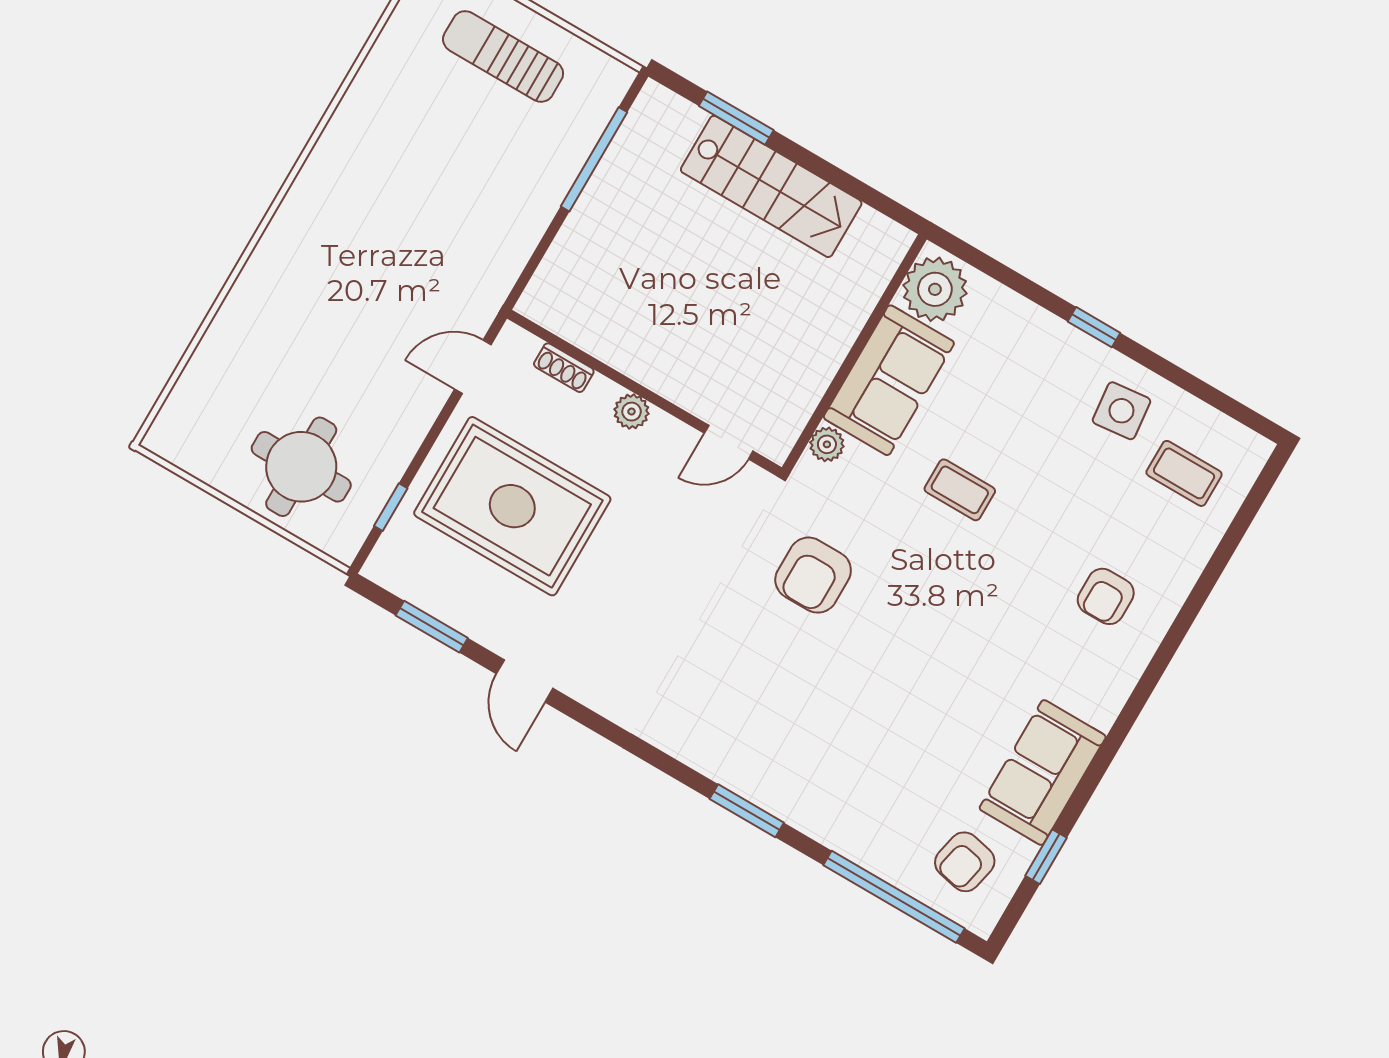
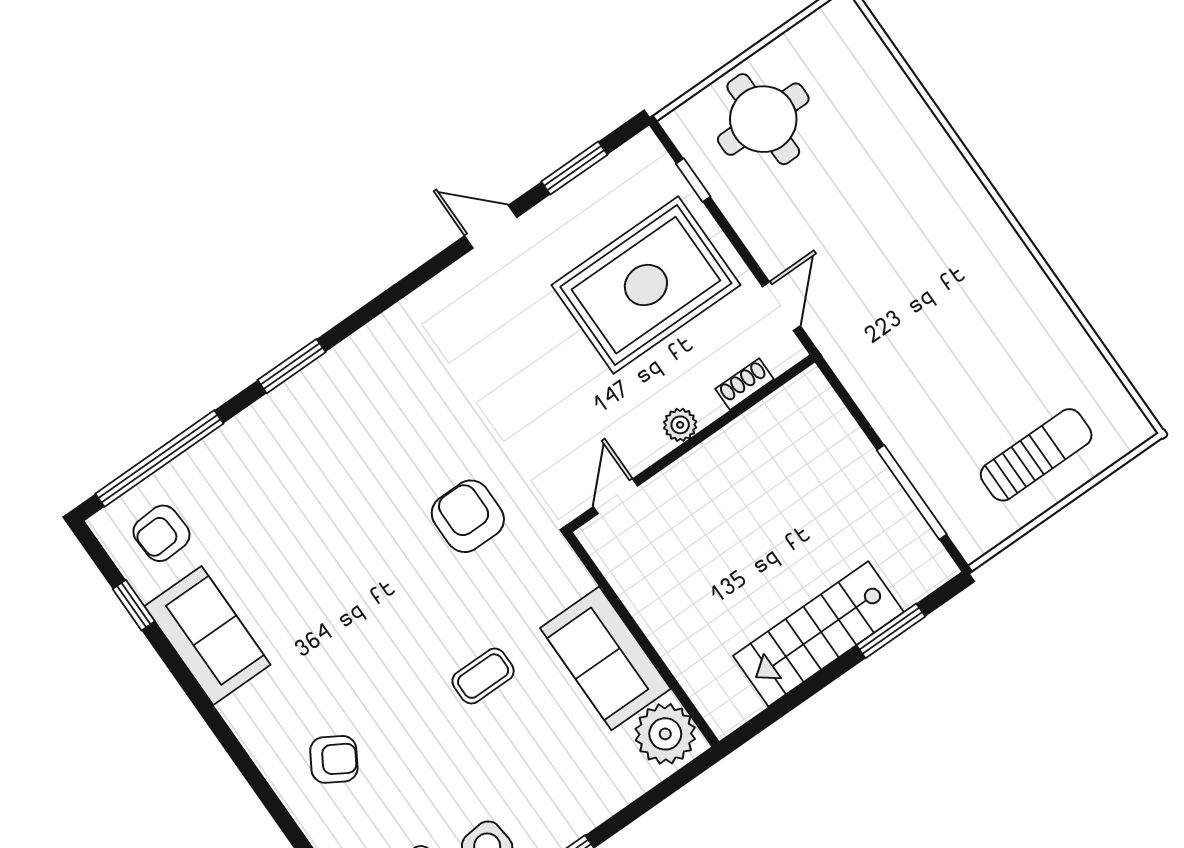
plant: (827, 444) -> (575, 580), removed
armchair: (1106, 596) -> (334, 759), turned 121
armchair: (965, 862) -> (161, 533), turned -105

